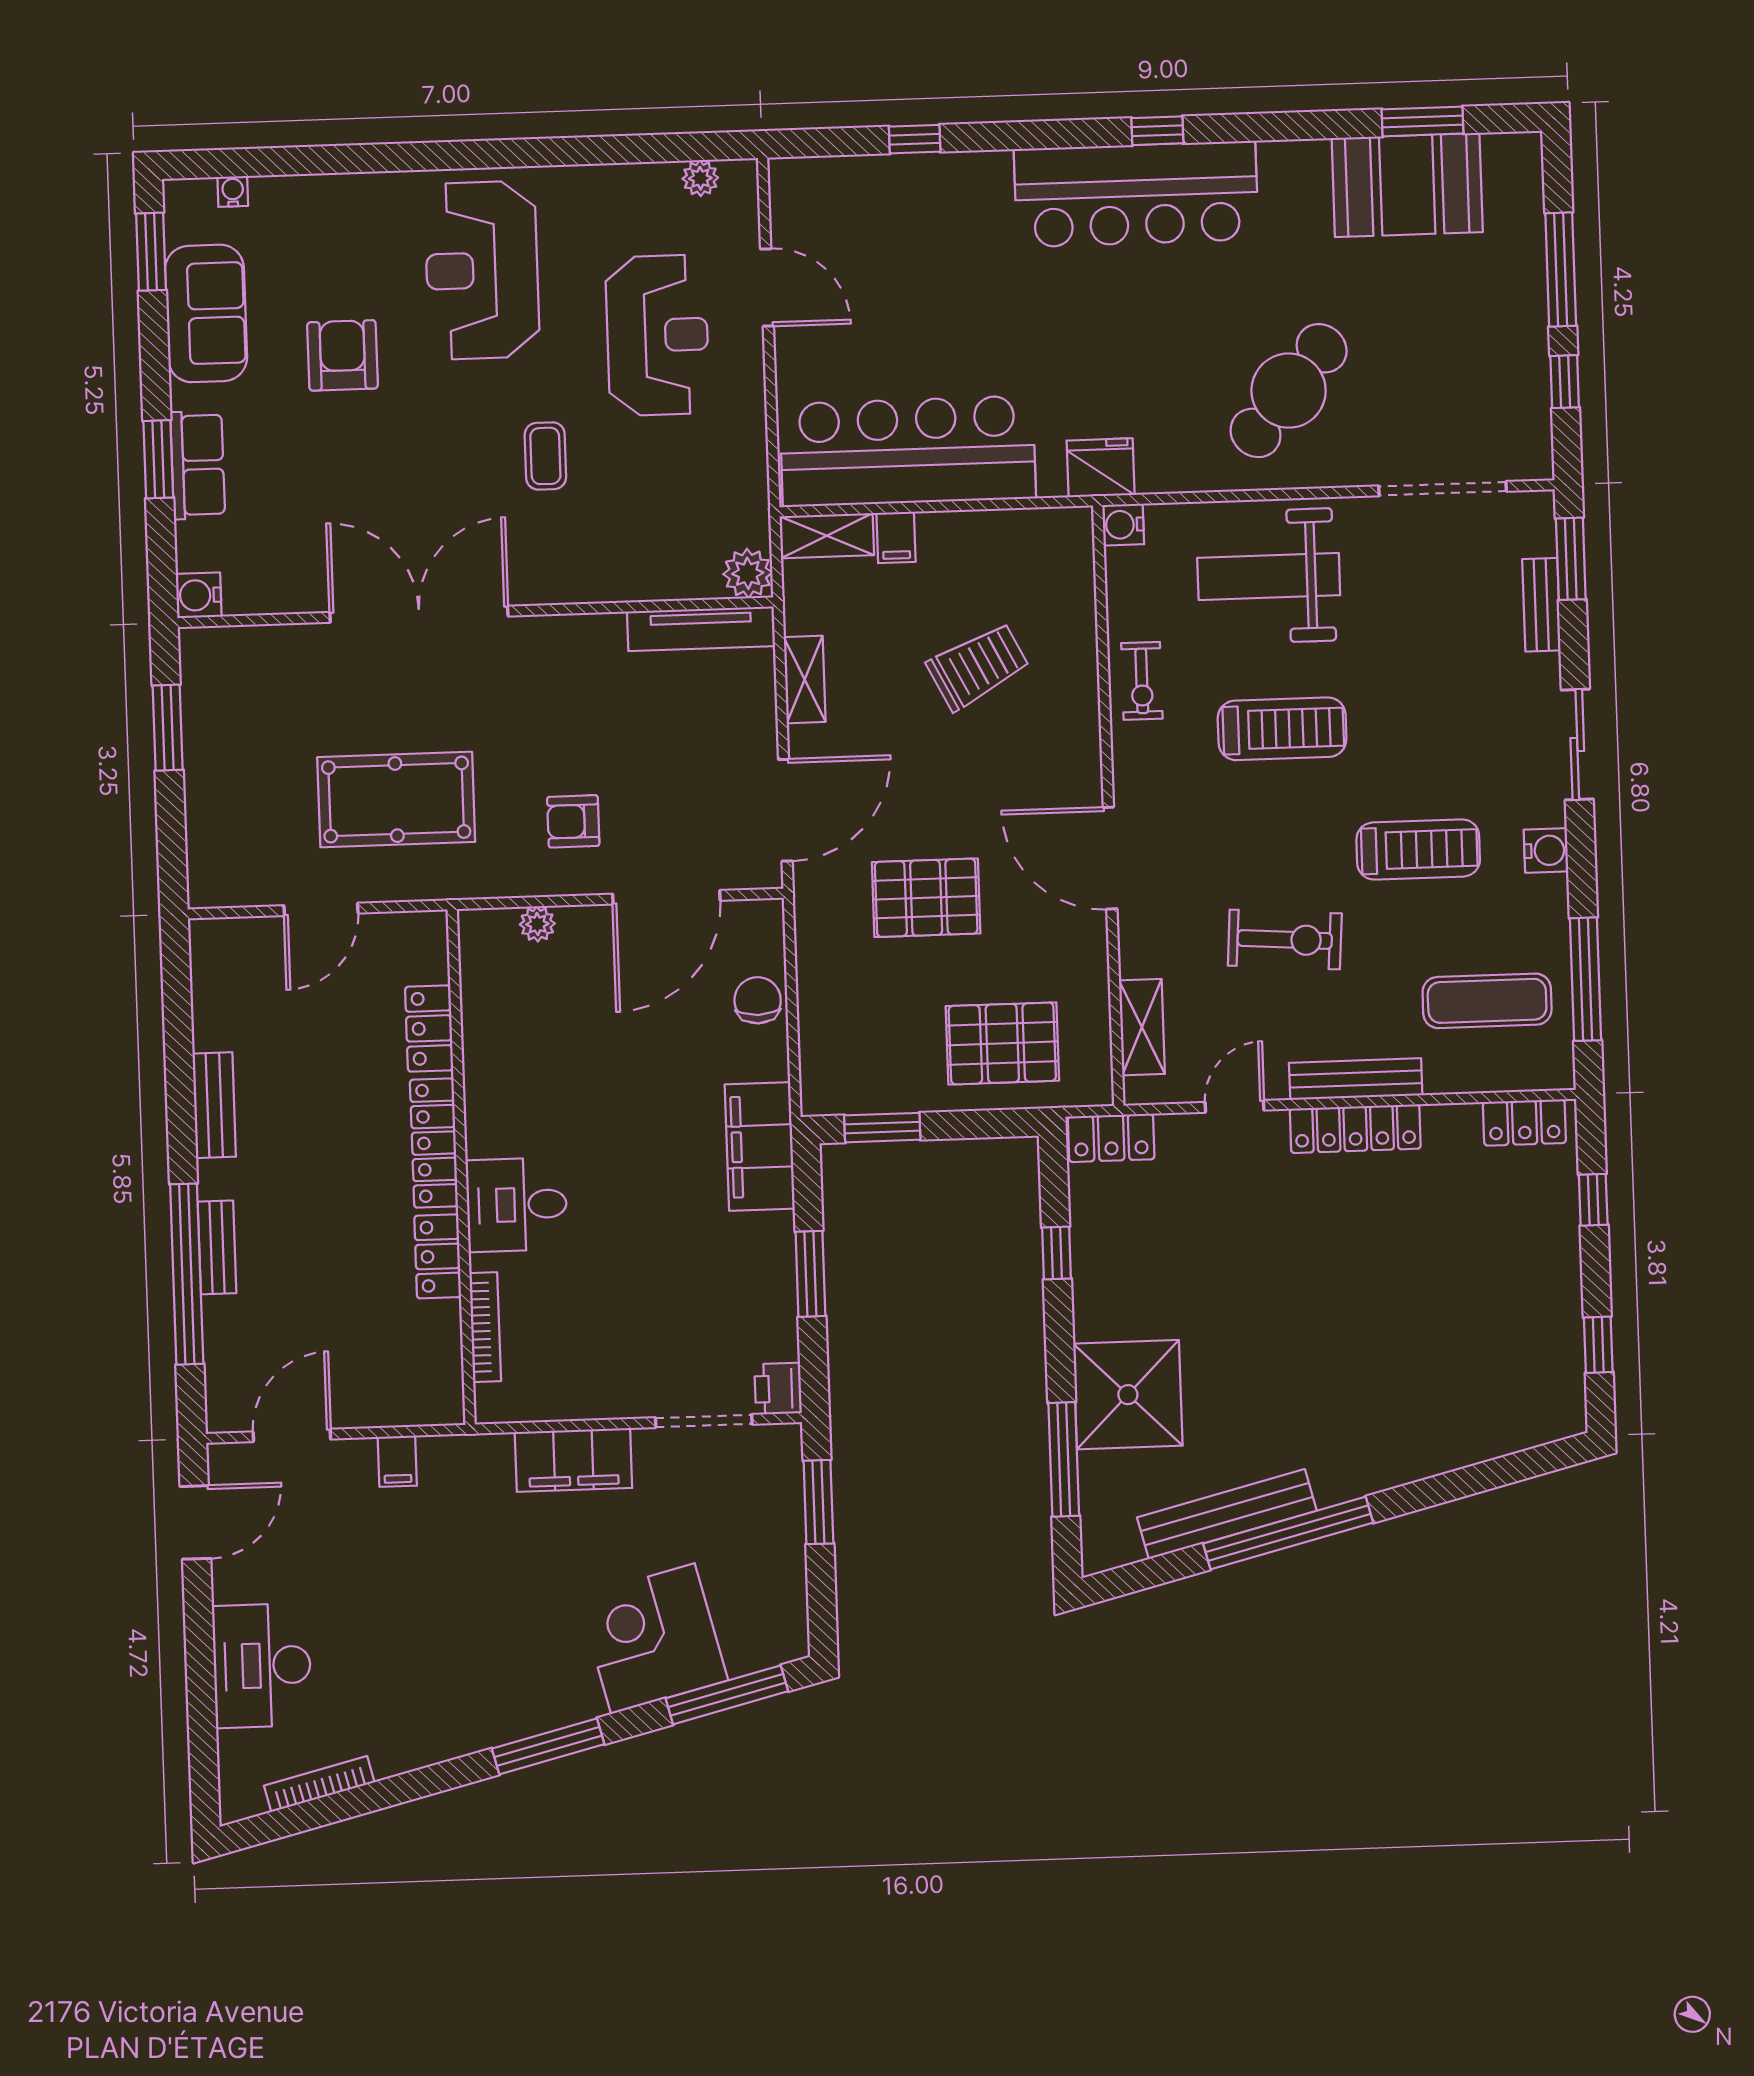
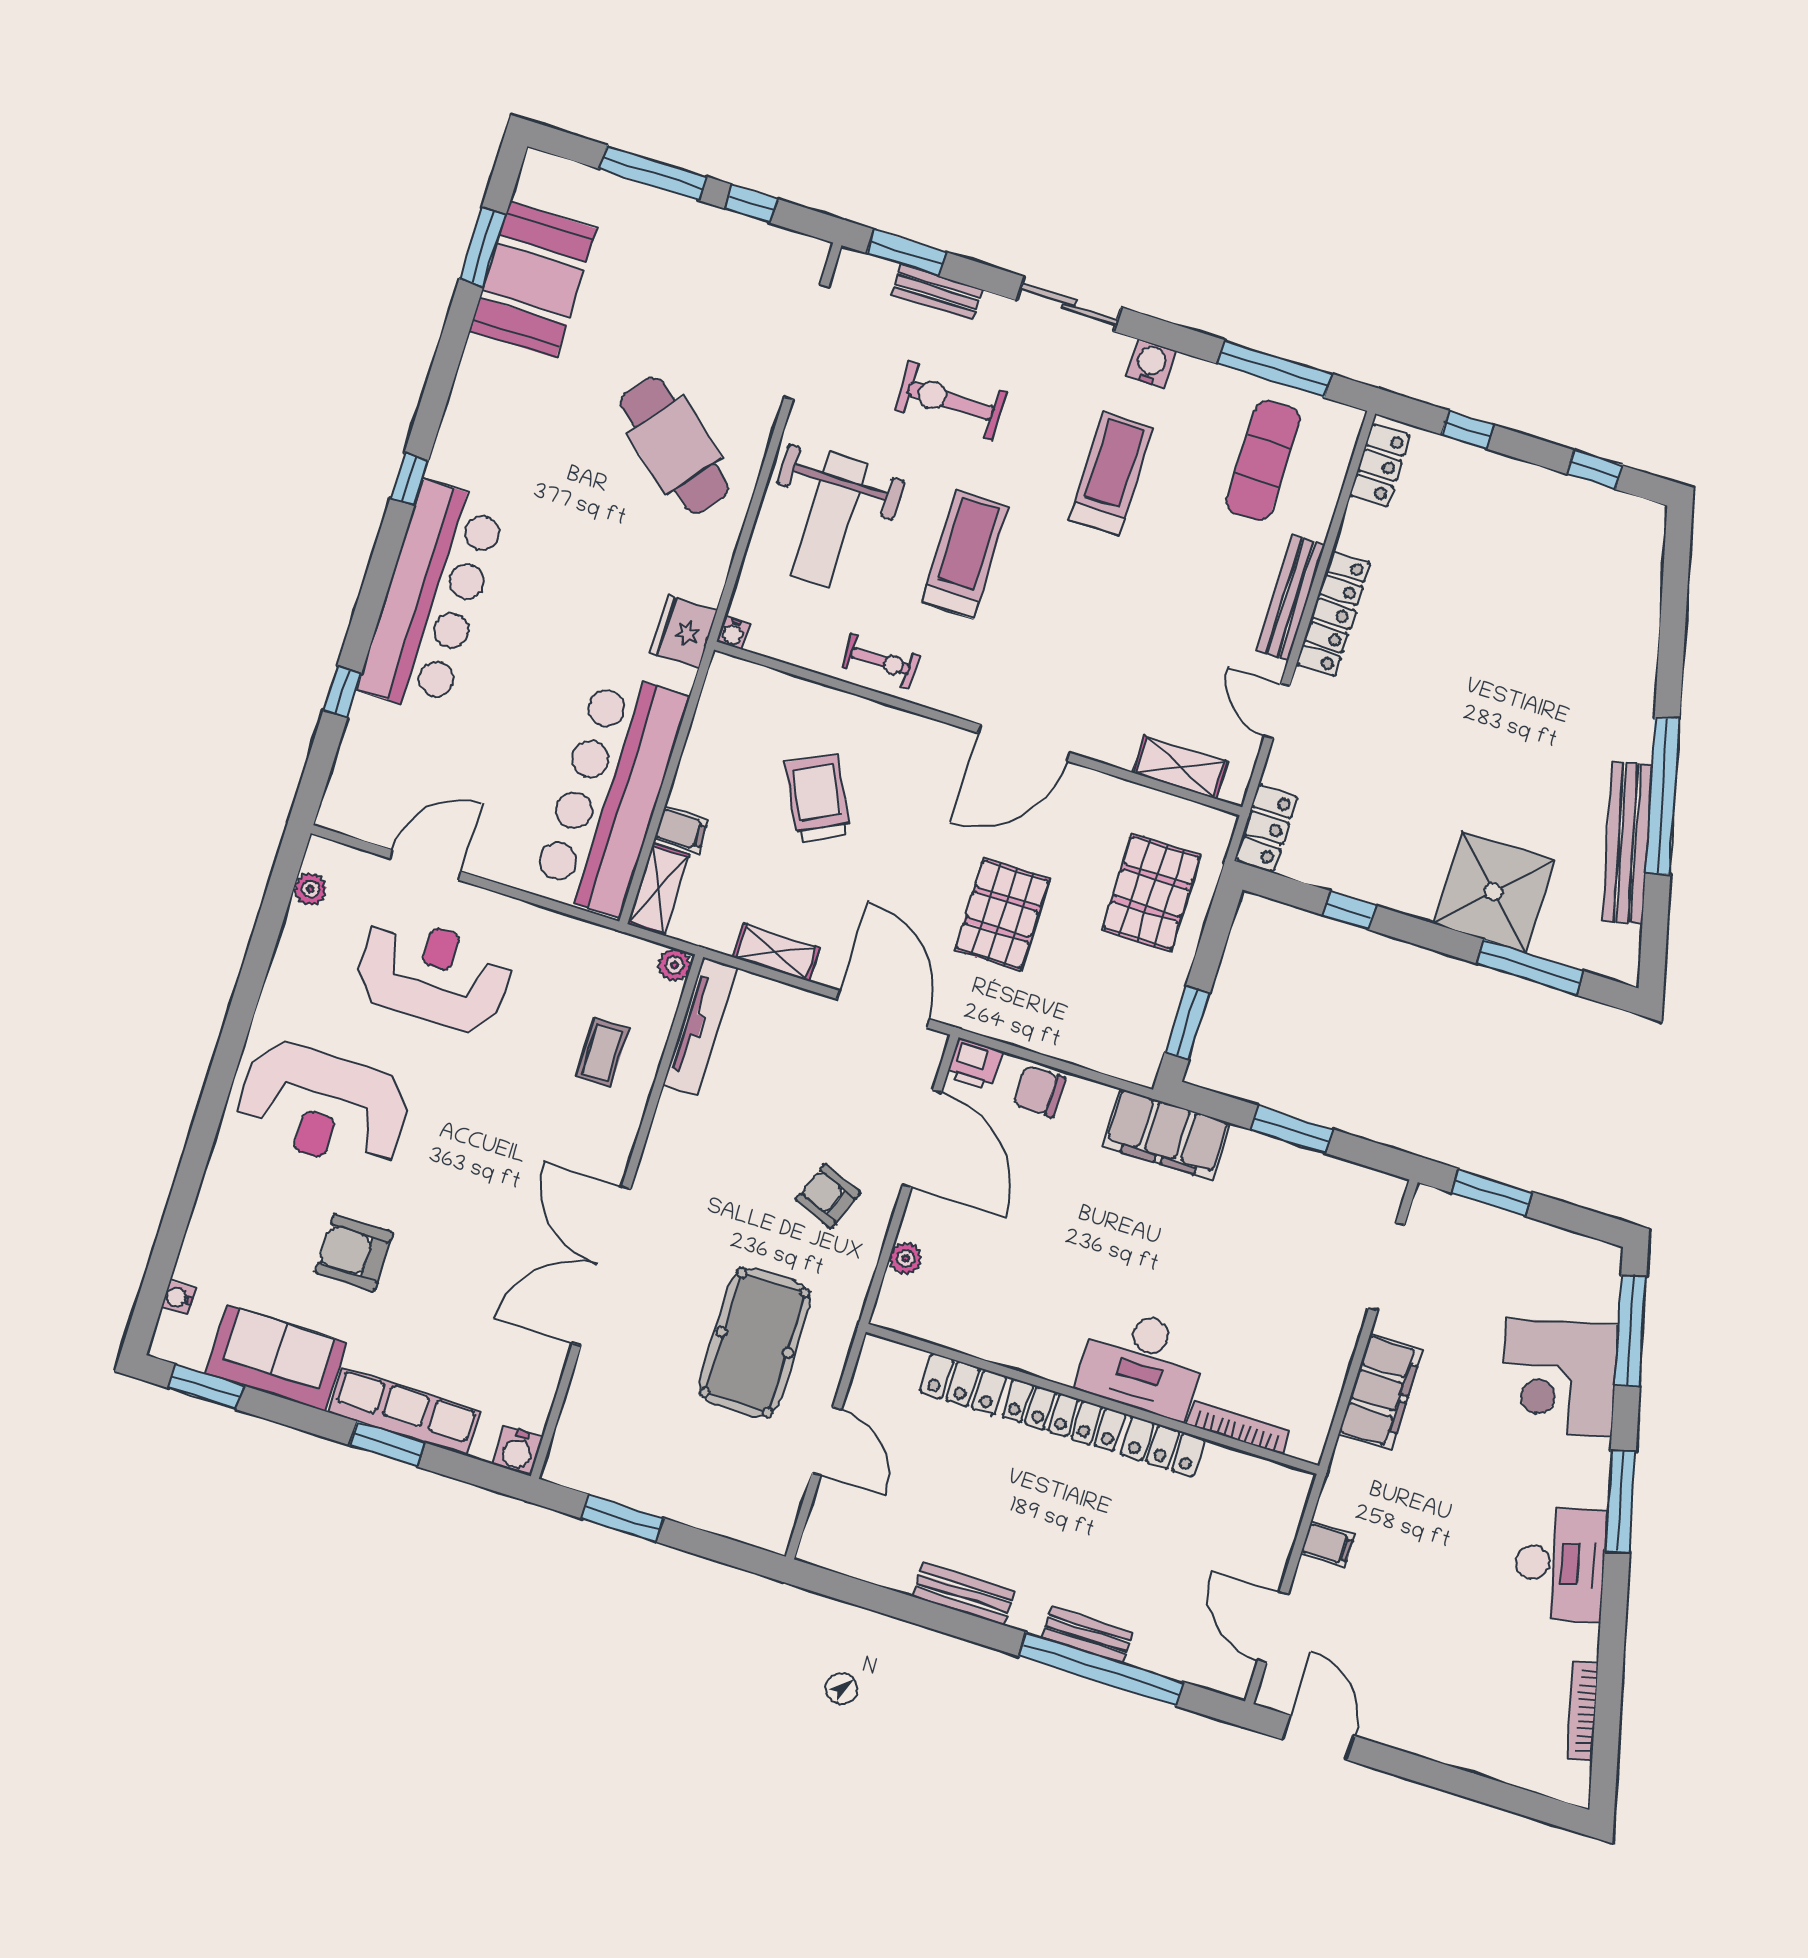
bar counter: (1136, 194) -> (432, 598), moved
coffee table: (545, 456) -> (602, 1052), moved, turned 90
row of seats: (198, 465) -> (405, 1412), width x1.48
water cooler: (1123, 525) -> (733, 633), width x0.72, depth x0.72
plant: (748, 573) -> (674, 965), width x0.73, depth x0.73
armchair: (573, 821) -> (828, 1196), turned 112
exercise bike: (1285, 939) -> (951, 401), moved, turned -94
desk: (517, 1205) -> (1142, 1362), width x1.37
printer: (778, 1389) -> (974, 1064), moved
desk: (262, 1666) -> (1560, 1564), moved, turned -104

